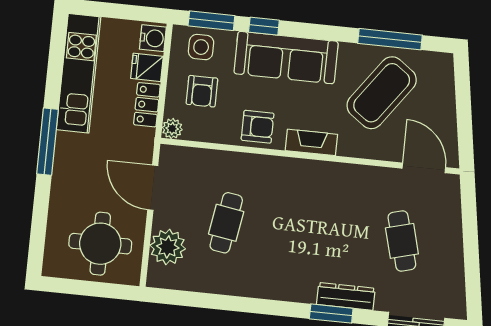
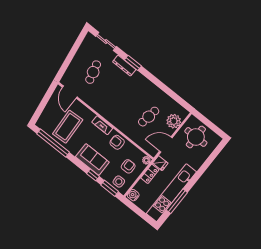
window: (390, 39) -> (53, 143), width x1.46
sofa: (286, 58) -> (92, 159), width x0.73
fridge: (147, 67) -> (160, 163), moved
kitchen unit: (79, 73) -> (171, 193), width x1.36
coffee table: (382, 93) -> (68, 127), turned -39
window: (47, 142) -> (177, 201), moved
door: (153, 188) -> (166, 144), swing flipped

